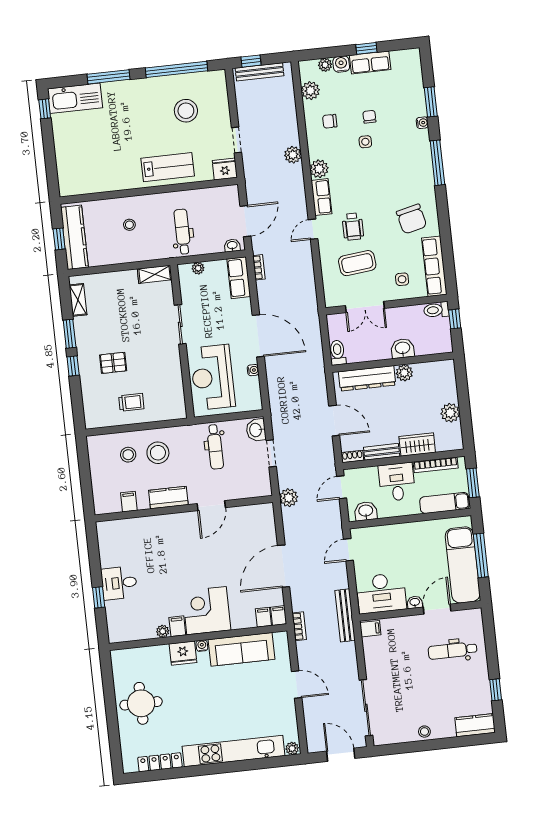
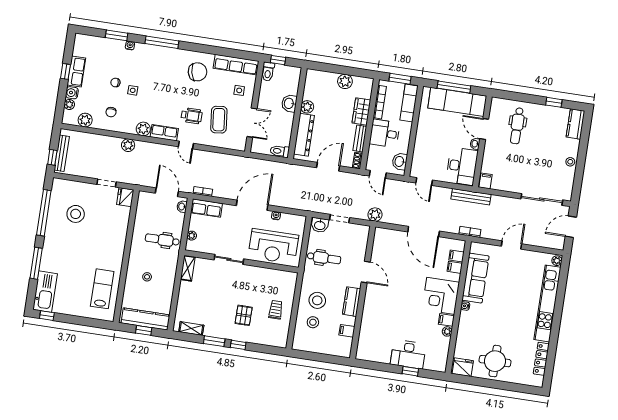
lab bench: (168, 167) -> (102, 289), moved
desk: (119, 583) -> (408, 354), width x1.37
filing cabinet: (279, 616) -> (455, 267), moved
fridge: (183, 653) -> (463, 367), moved, turned -90

